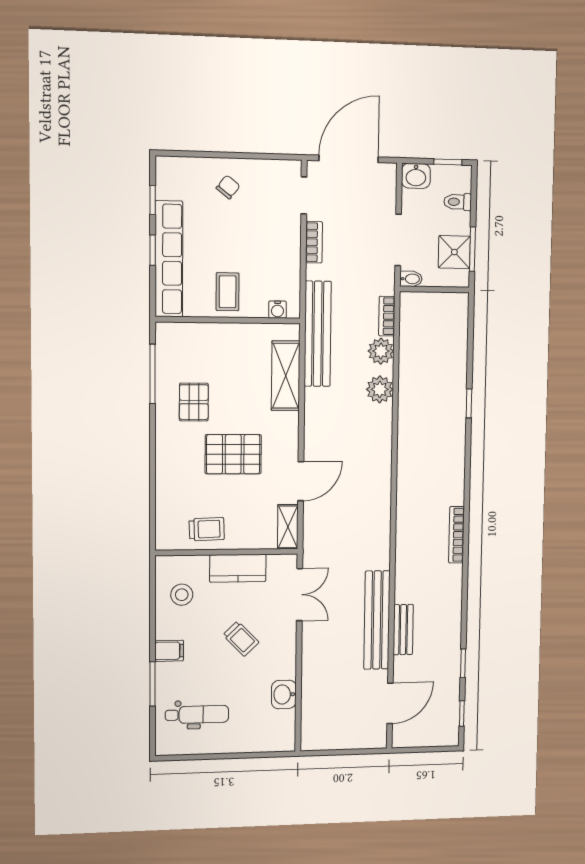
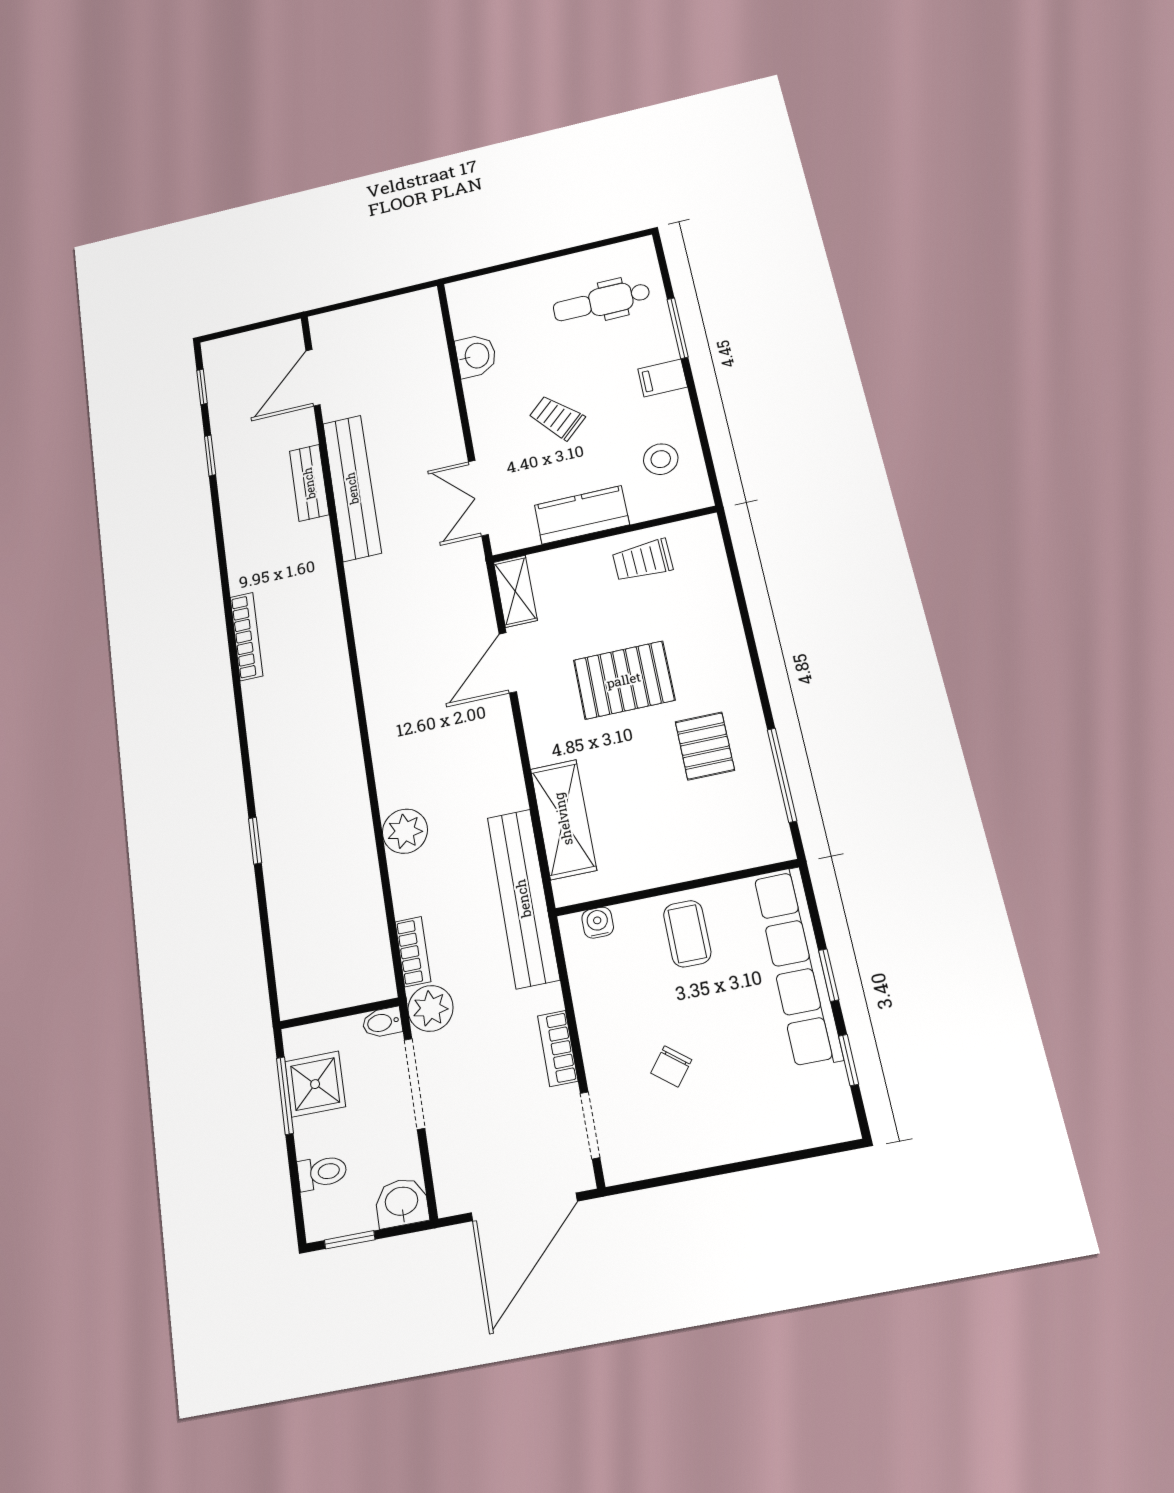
chair: (228, 187) -> (671, 1066), moved
plant: (381, 351) -> (431, 1008), moved

